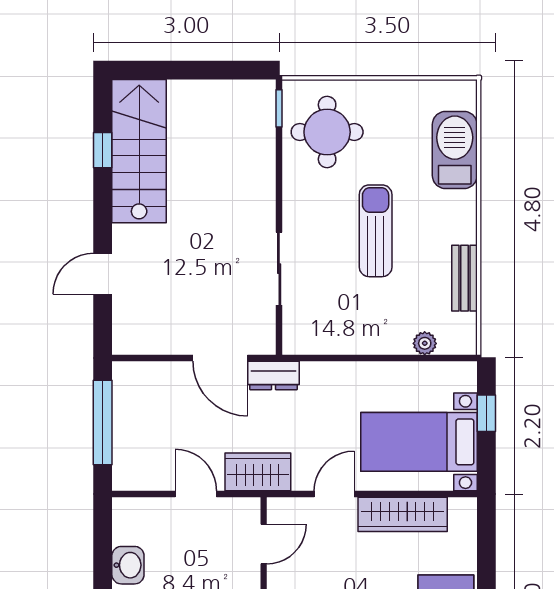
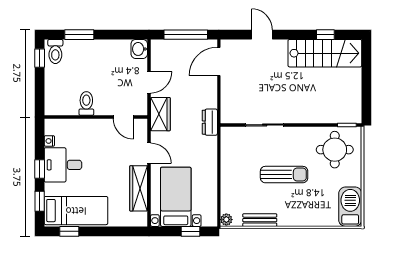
barbecue: (455, 150) -> (350, 207), moved, turned -90
plant: (425, 343) -> (226, 220), moved
door: (220, 358) -> (219, 61), moved
washbasin: (128, 565) -> (139, 49), moved, turned 90

